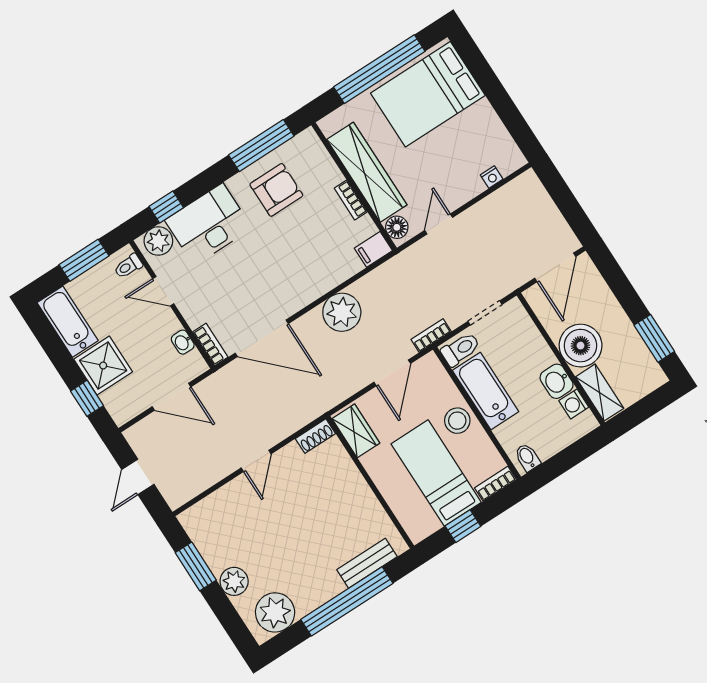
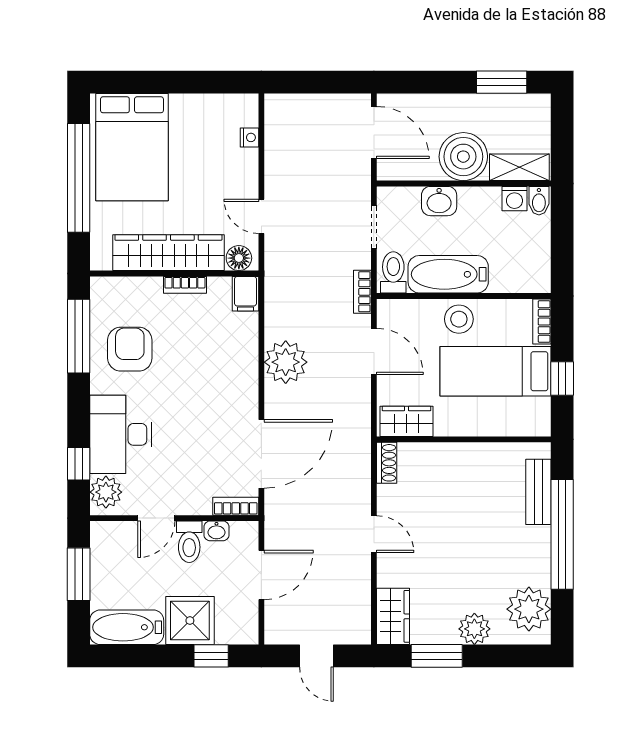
toilet: (128, 266) -> (189, 542), moved, width x1.37, depth x1.39
washbasin: (557, 381) -> (439, 201), moved
bidet: (527, 457) -> (539, 201), moved, turned -90
wardrobe: (204, 515) -> (393, 616), added

